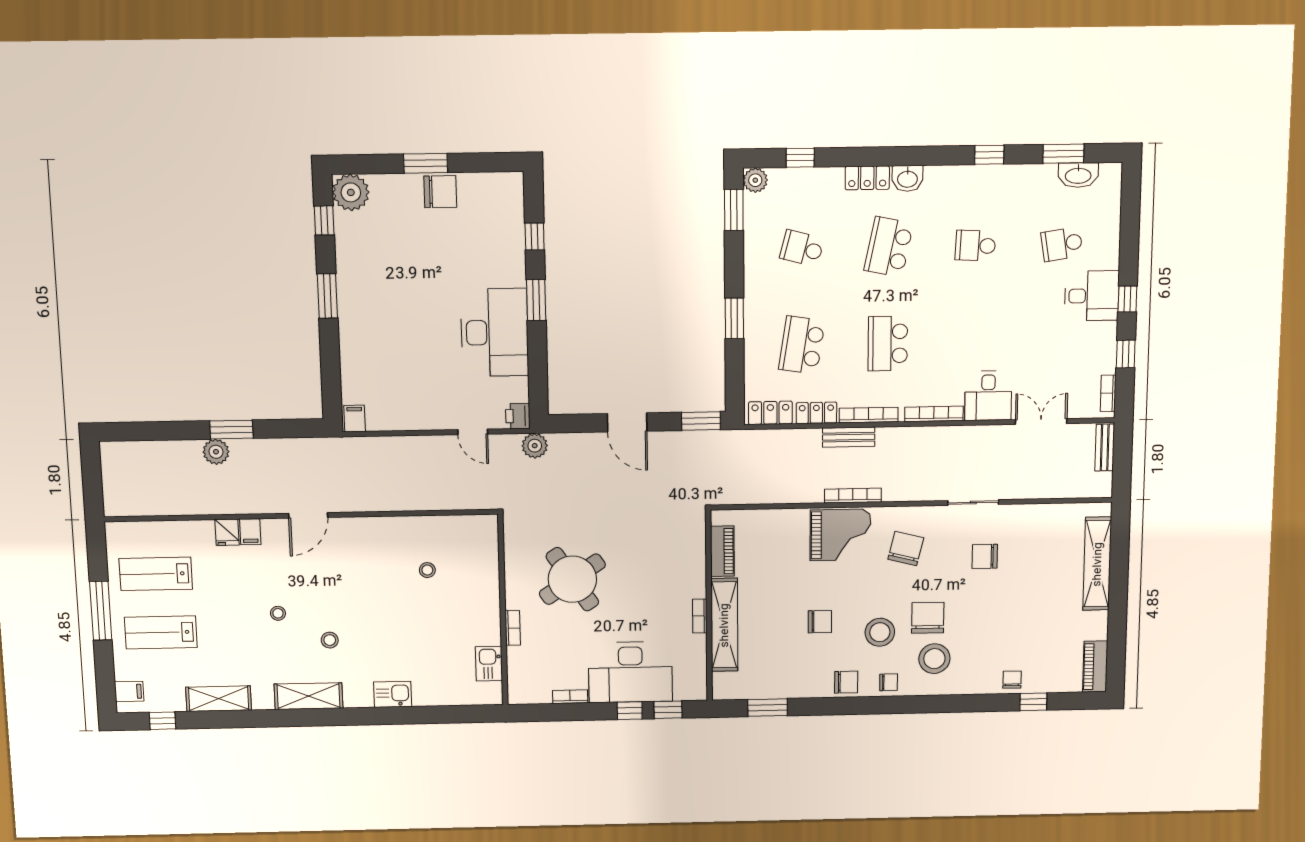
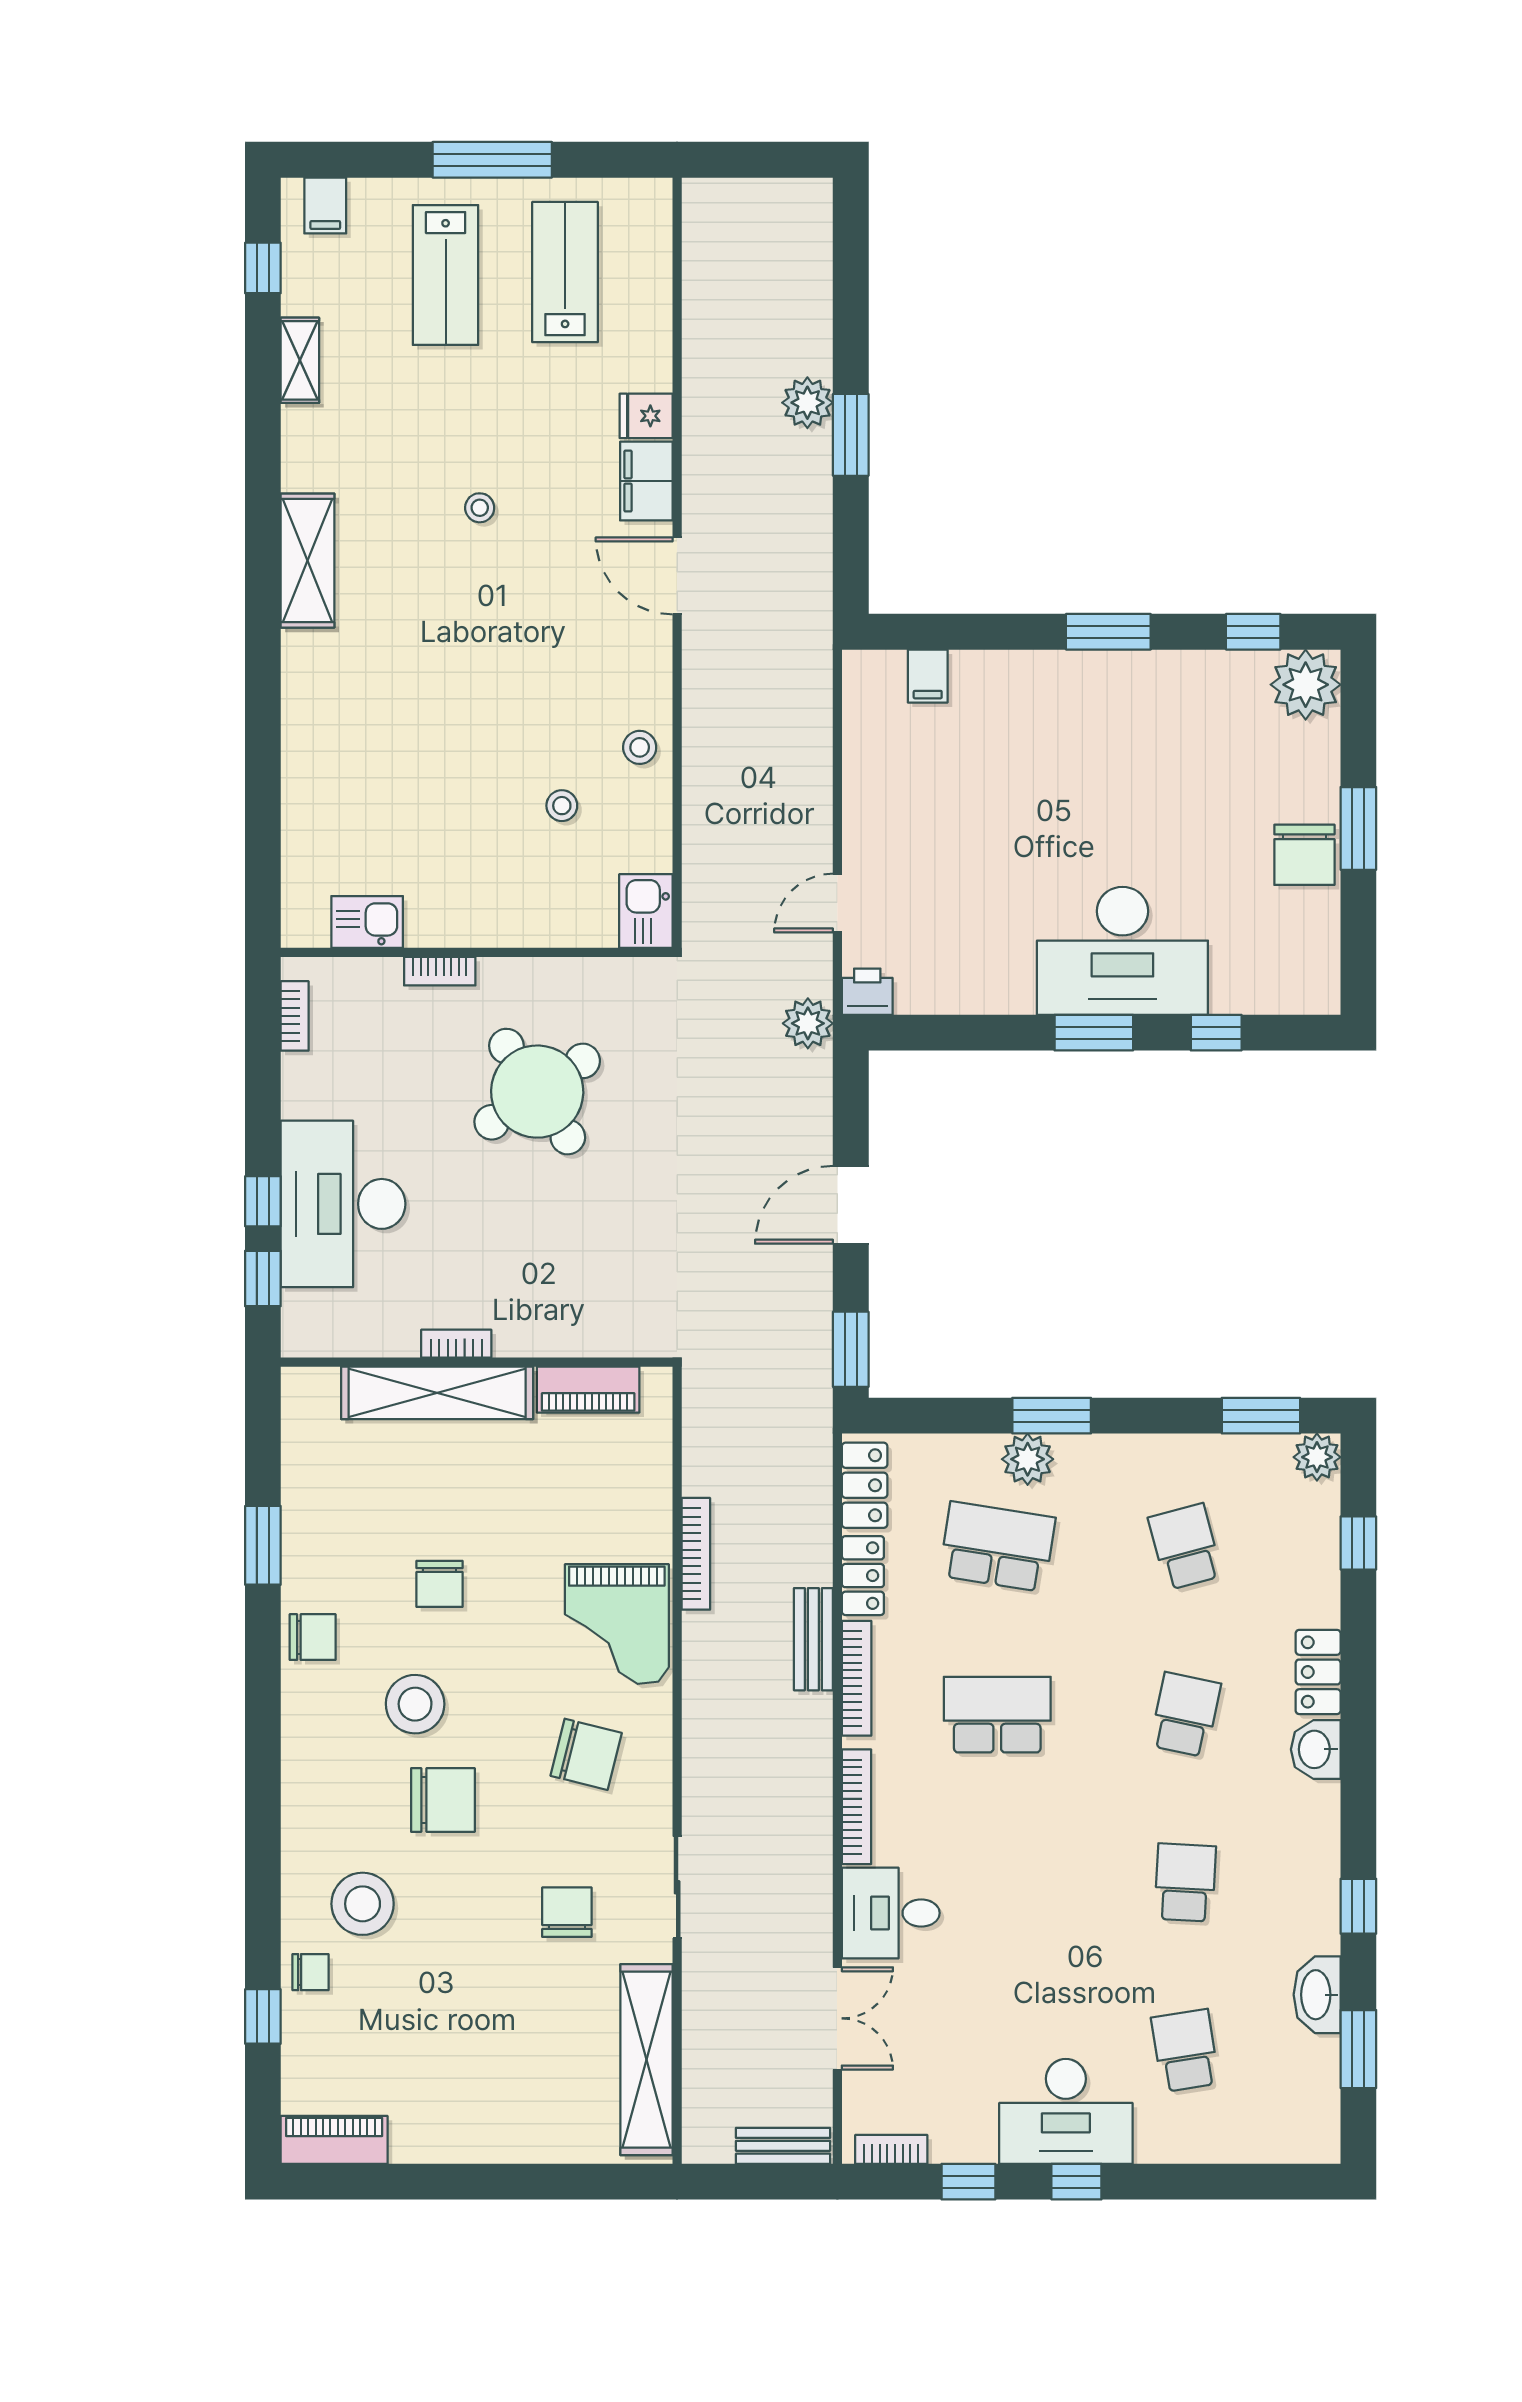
washbasin: (1078, 175) -> (1317, 1995), moved
school desk: (889, 247) -> (1185, 1715), width x0.54
school desk: (802, 248) -> (1185, 1547), turned -30
desk: (1092, 296) -> (1066, 2111), width x1.37
plant: (757, 330) -> (1028, 1459), added
desk: (494, 332) -> (1122, 951), moved
filing cabinet: (355, 418) -> (928, 676), moved, turned 90
bookcase: (853, 496) -> (696, 1554), moved
filing cabinet: (250, 532) -> (646, 481), width x2.00
shelving: (1097, 564) -> (647, 2060), moved, turned 90
lab bench: (161, 632) -> (446, 275), turned 180
stool: (330, 640) -> (640, 747), moved
stool: (934, 659) -> (363, 1904), moved
chair: (846, 682) -> (313, 1637), turned -90
chair: (889, 682) -> (310, 1723), removed
kitchen sink: (393, 694) -> (646, 911), moved, turned 180
bookcase: (570, 697) -> (295, 1016), moved
shelving: (219, 699) -> (300, 360), width x0.67, depth x0.75
window: (768, 708) -> (263, 1545), moved

